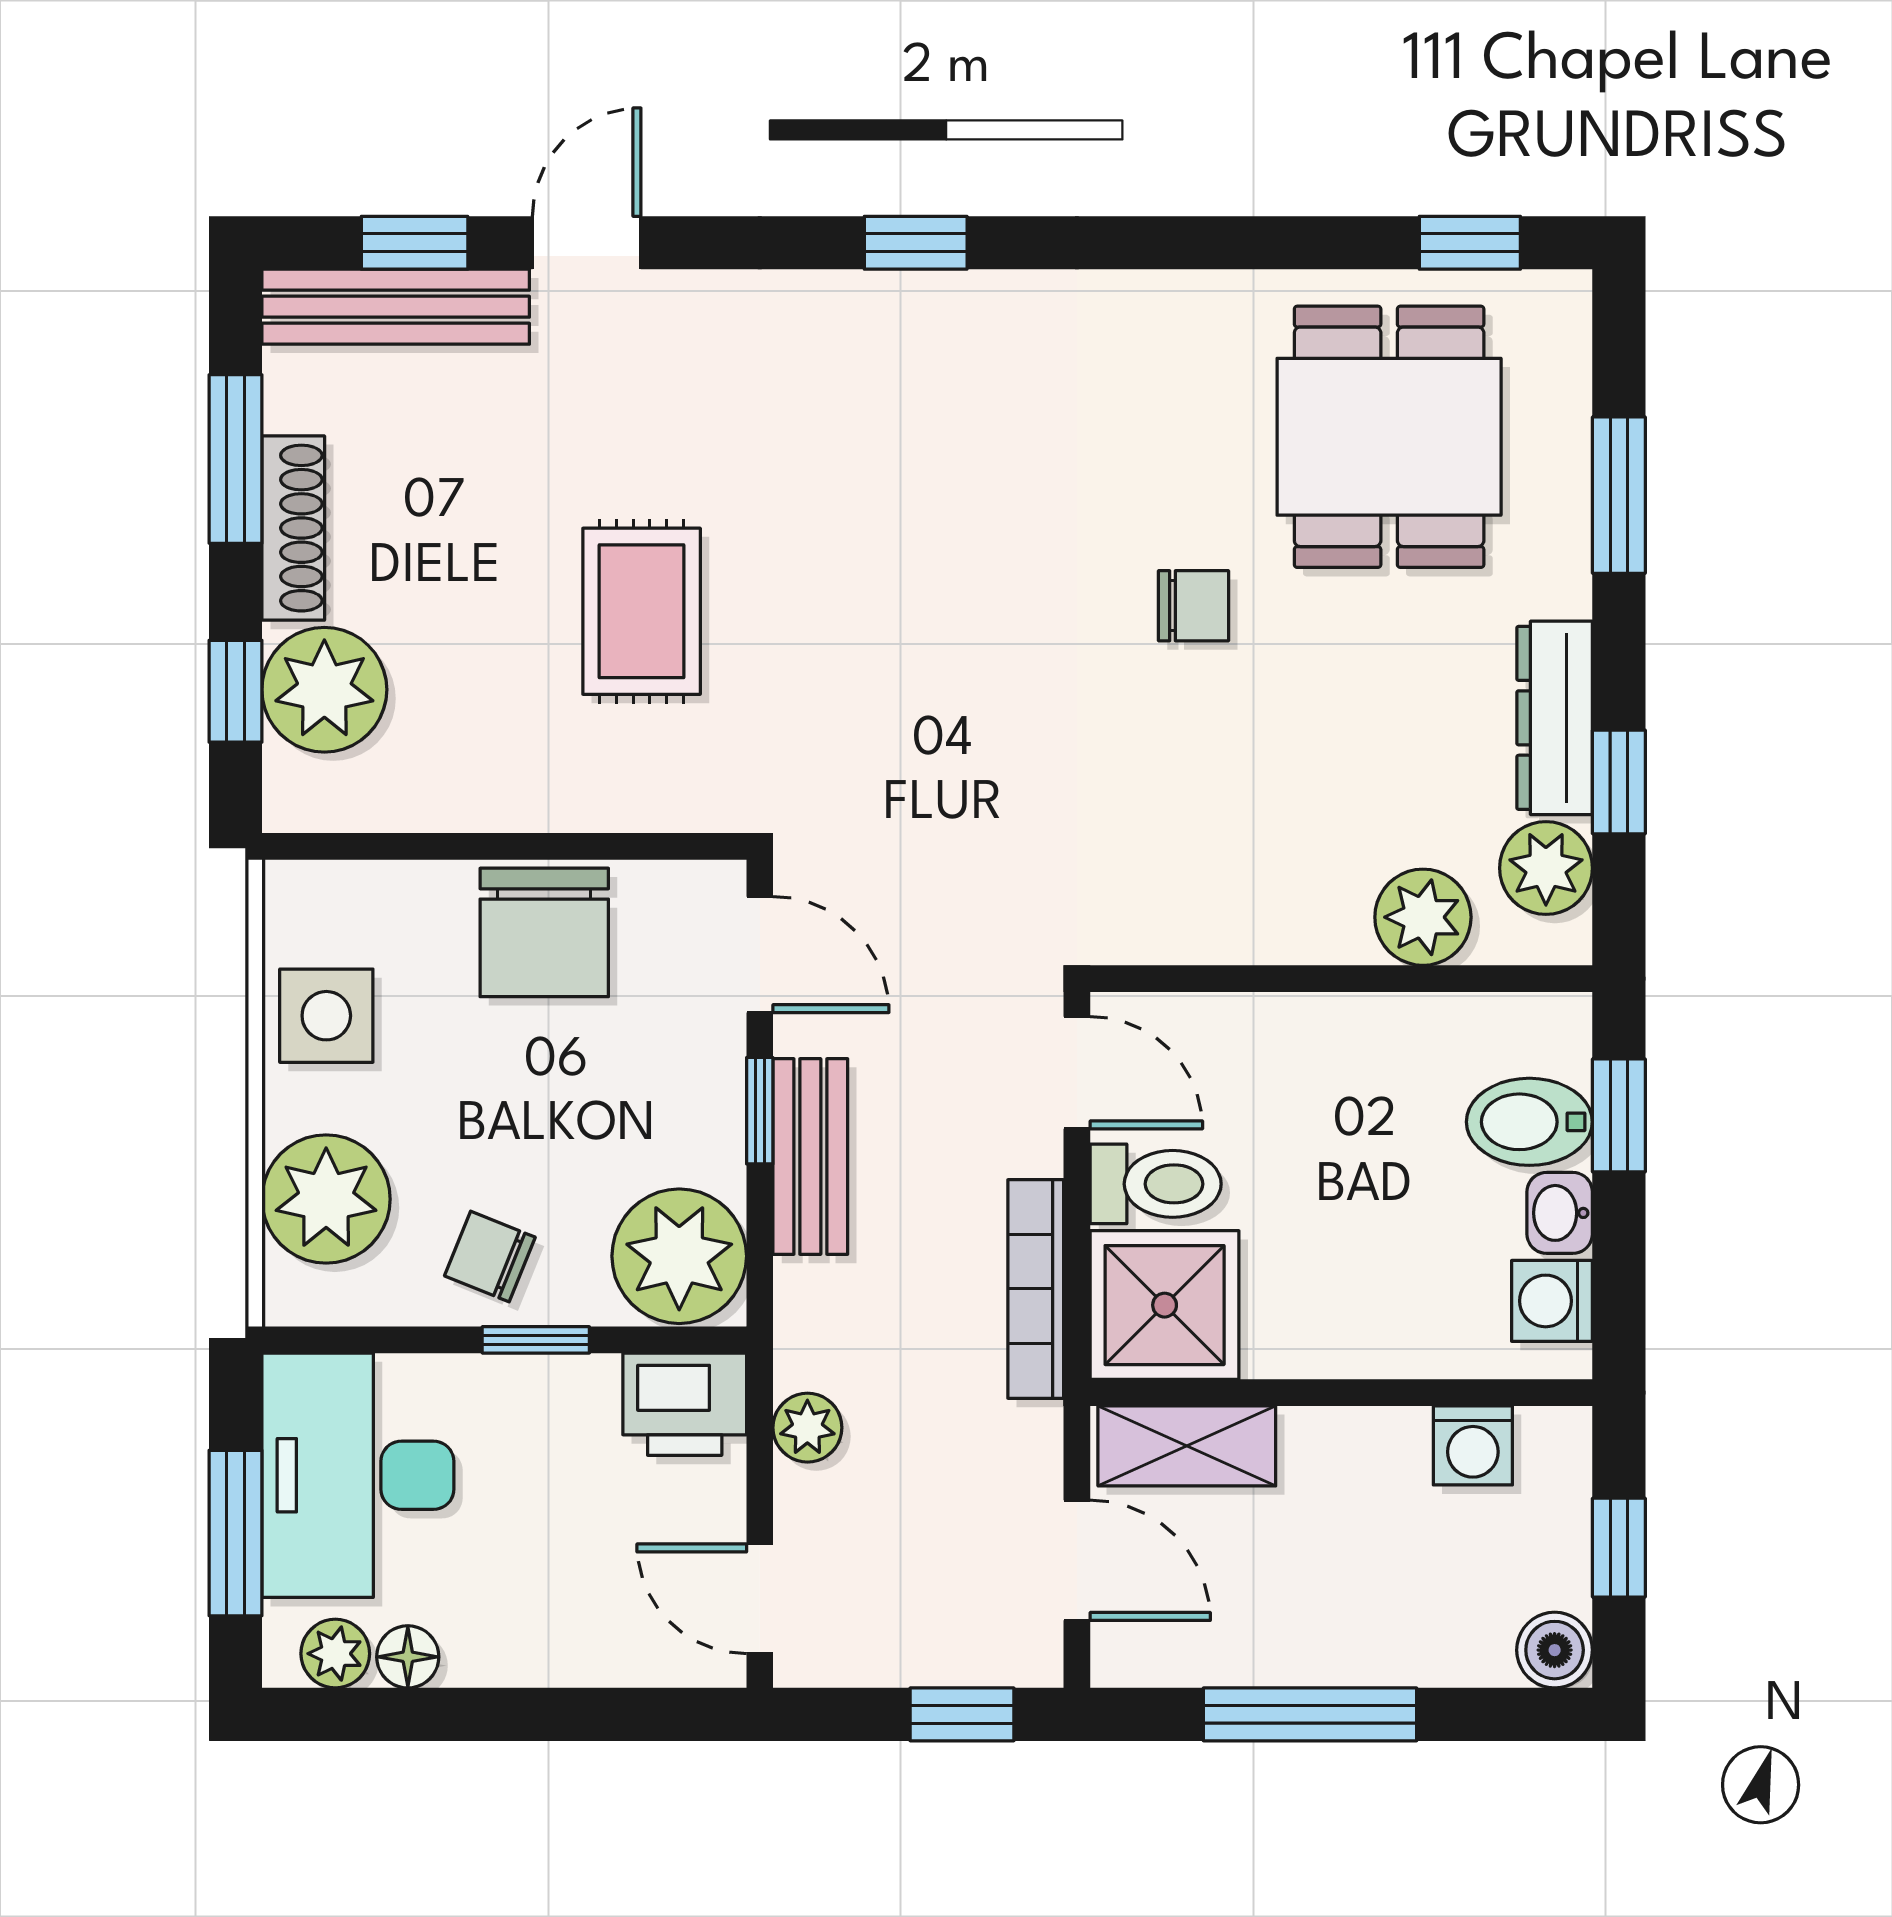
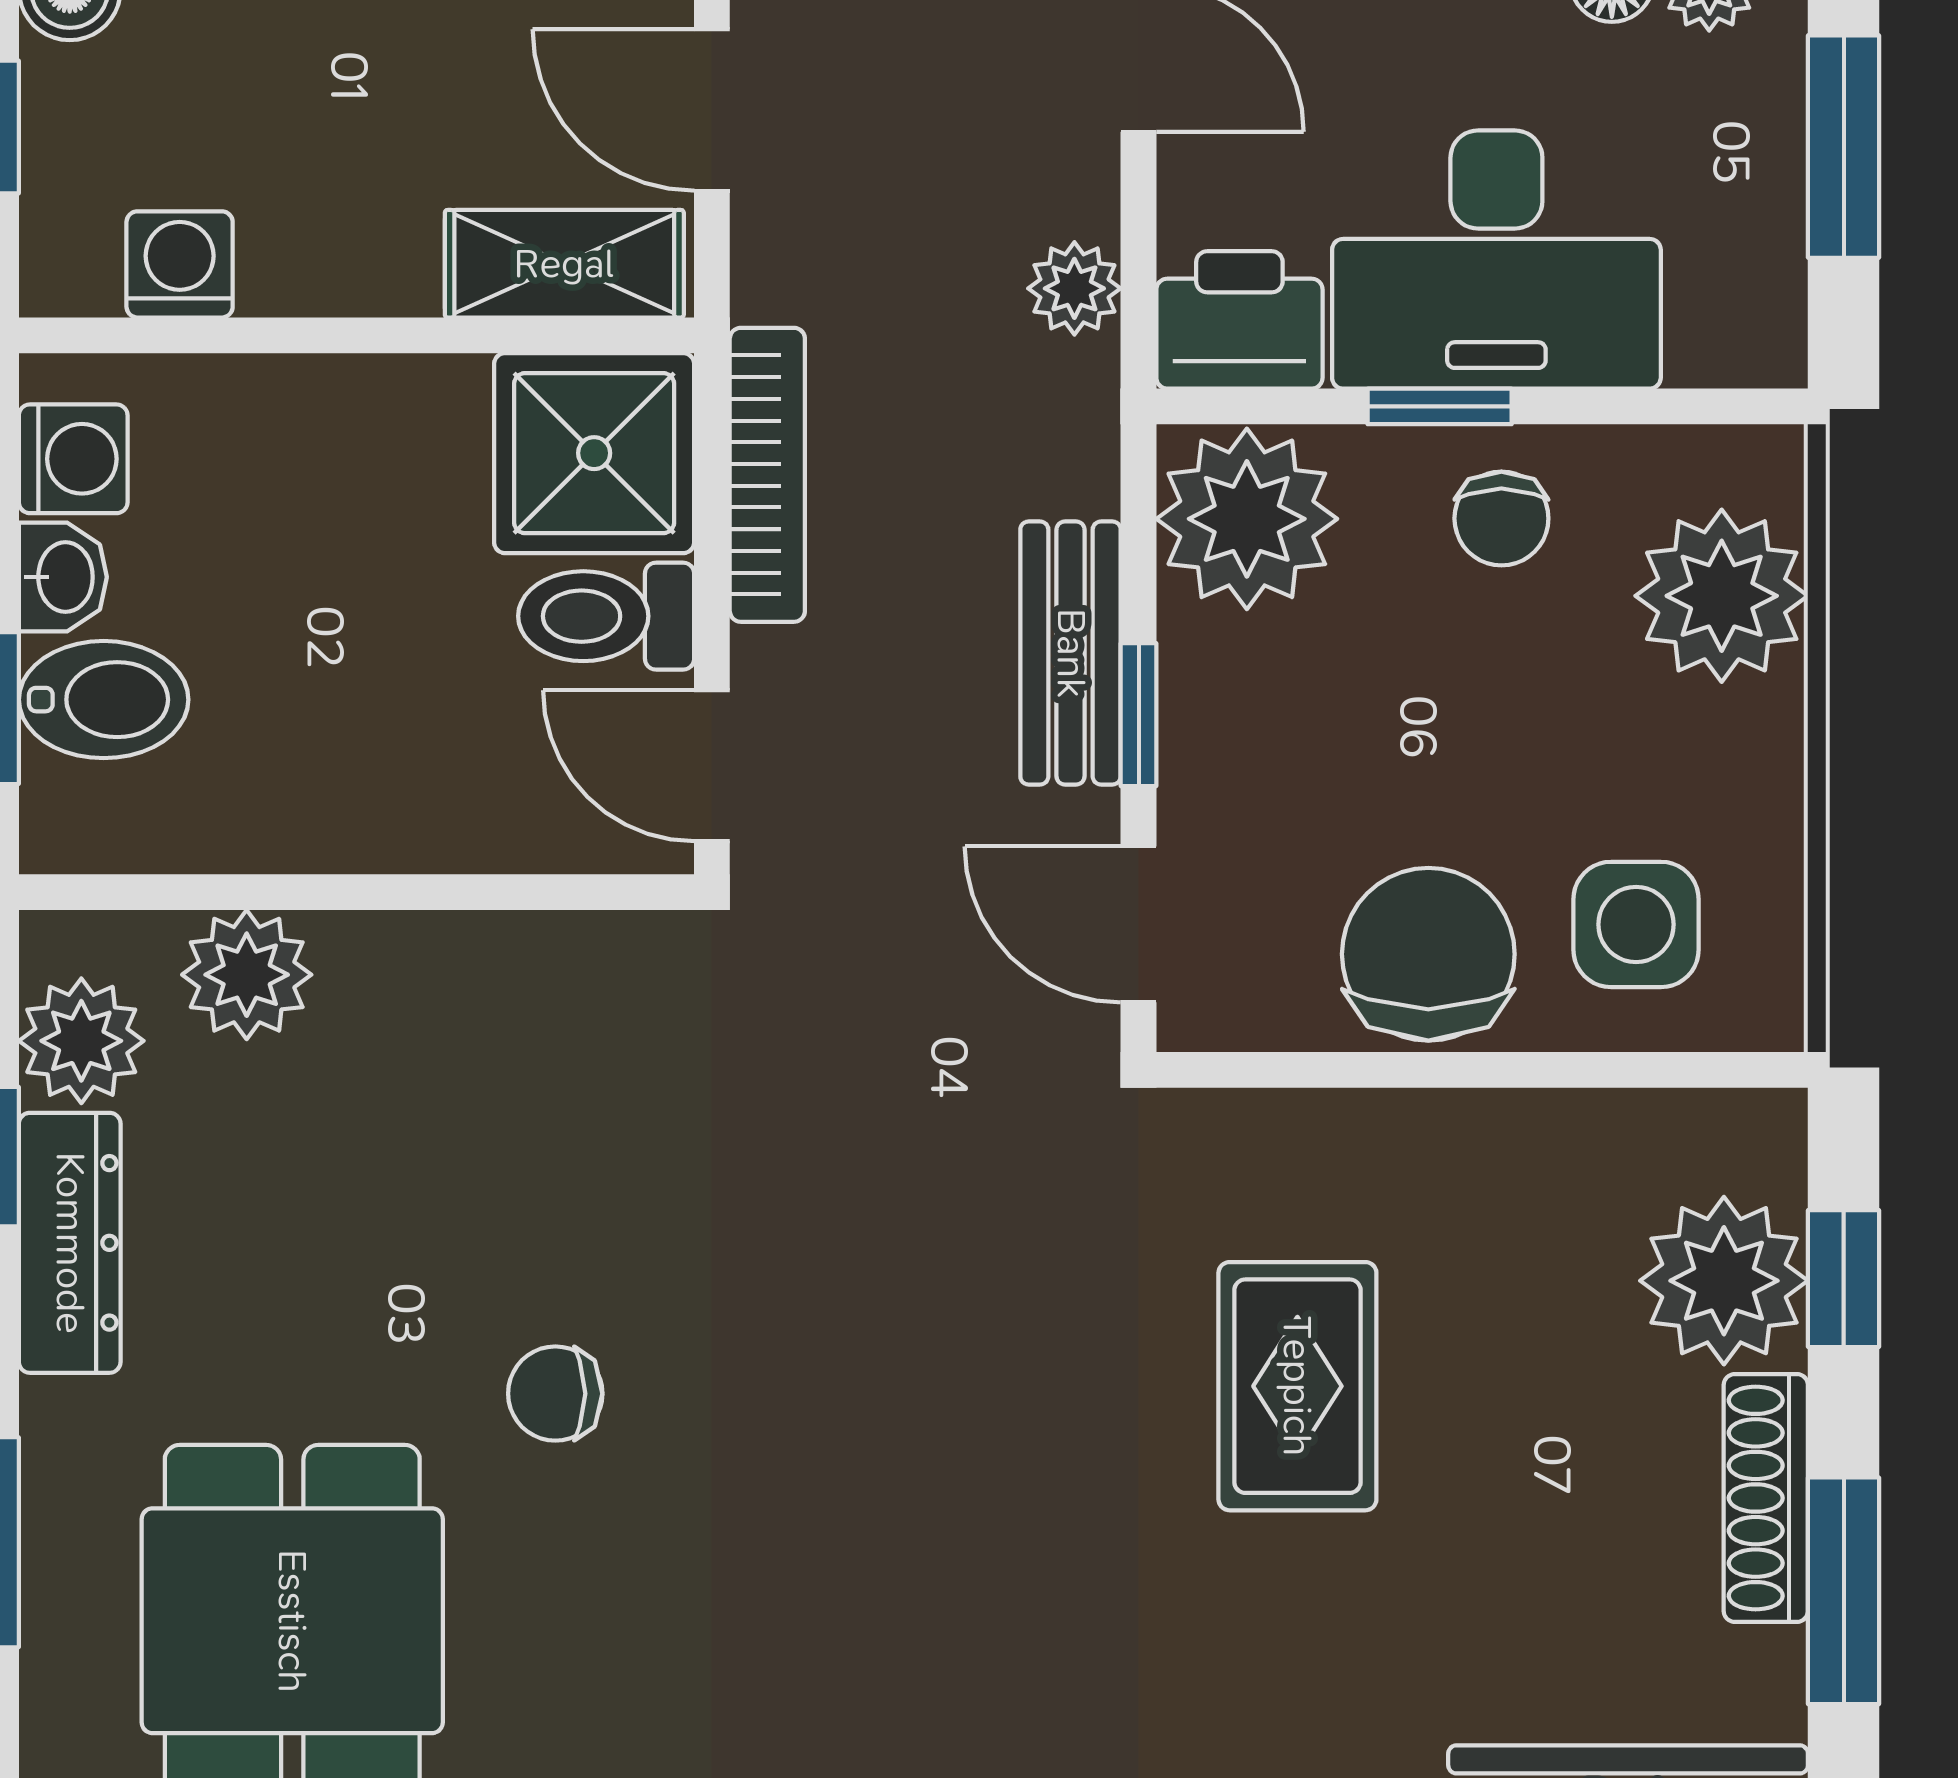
side table: (326, 1016) -> (1636, 924), moved
chair: (490, 1257) -> (1501, 518), turned 68
desk: (358, 1475) -> (1496, 260), moved, turned 90

